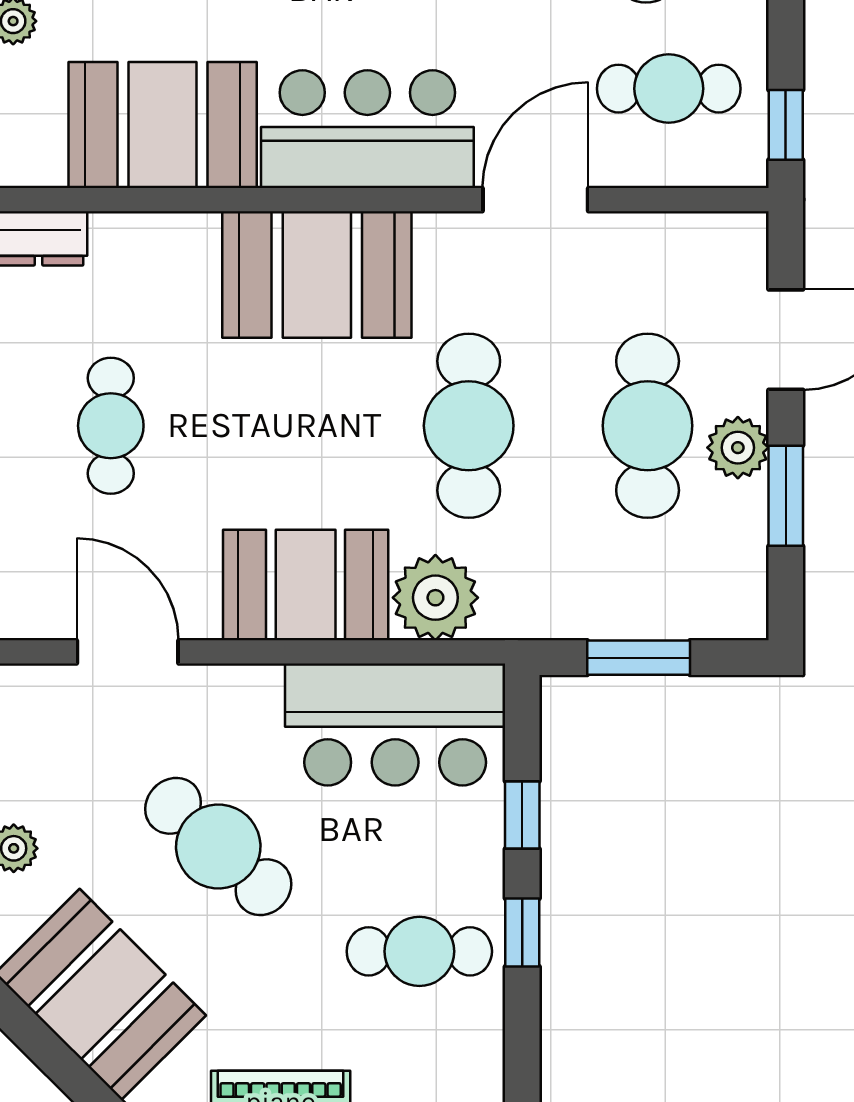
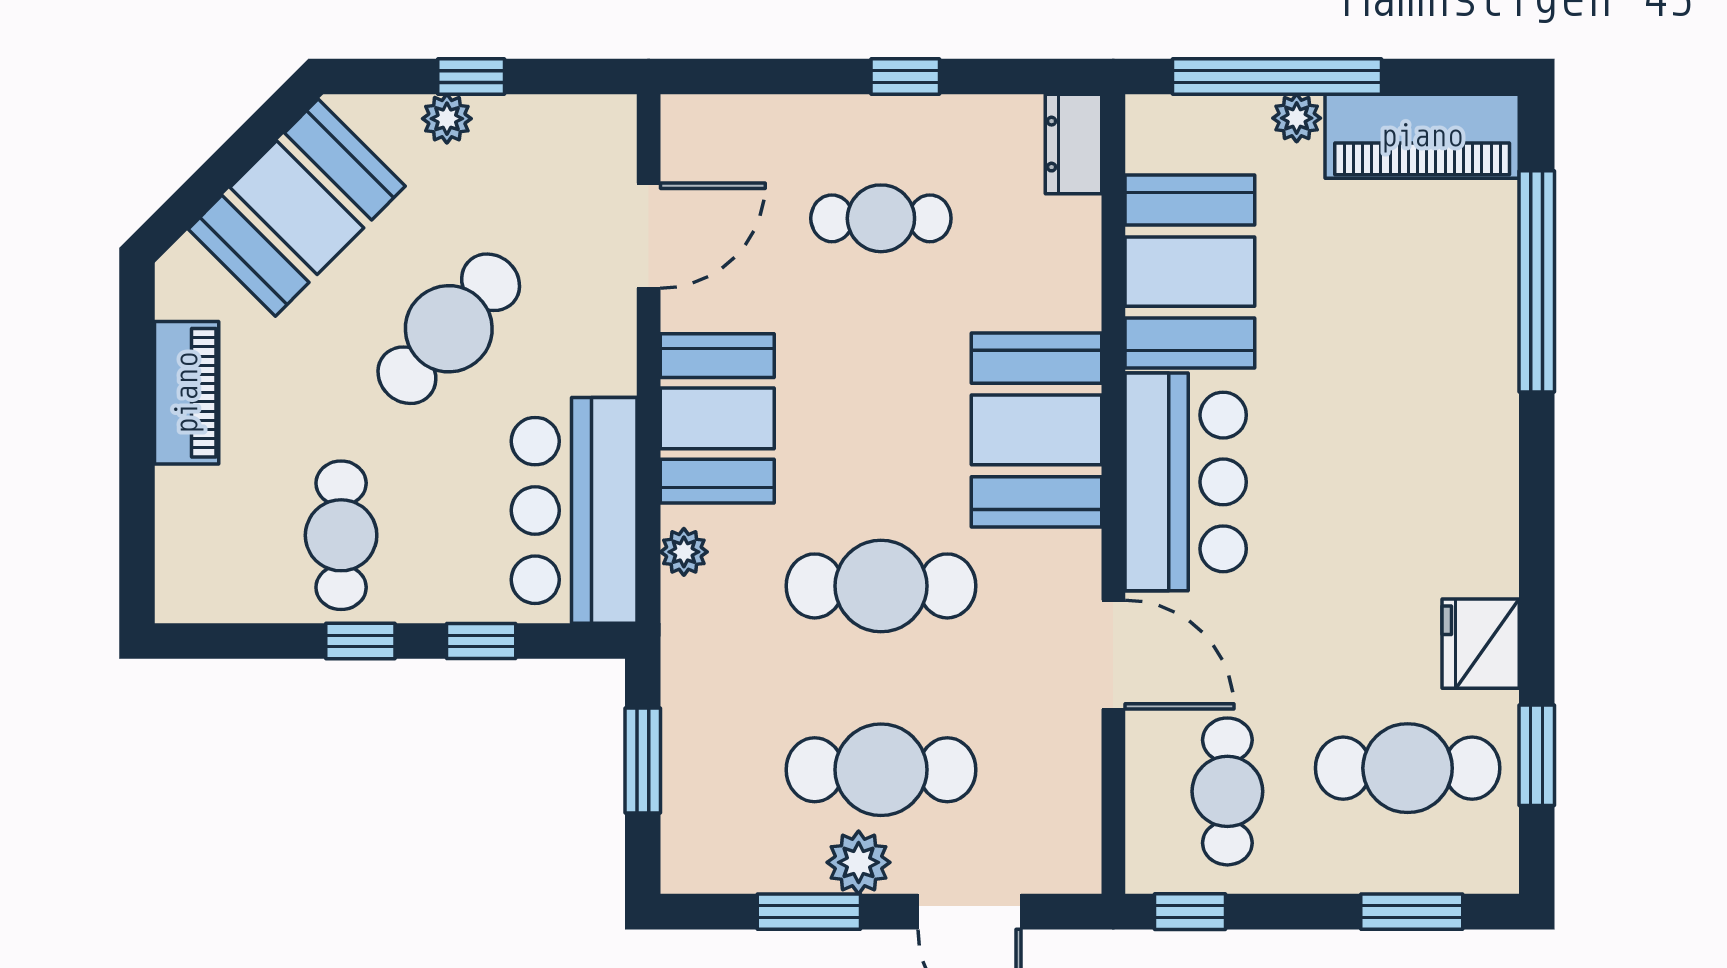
plant: (435, 598) -> (684, 552), width x0.53, depth x0.53

